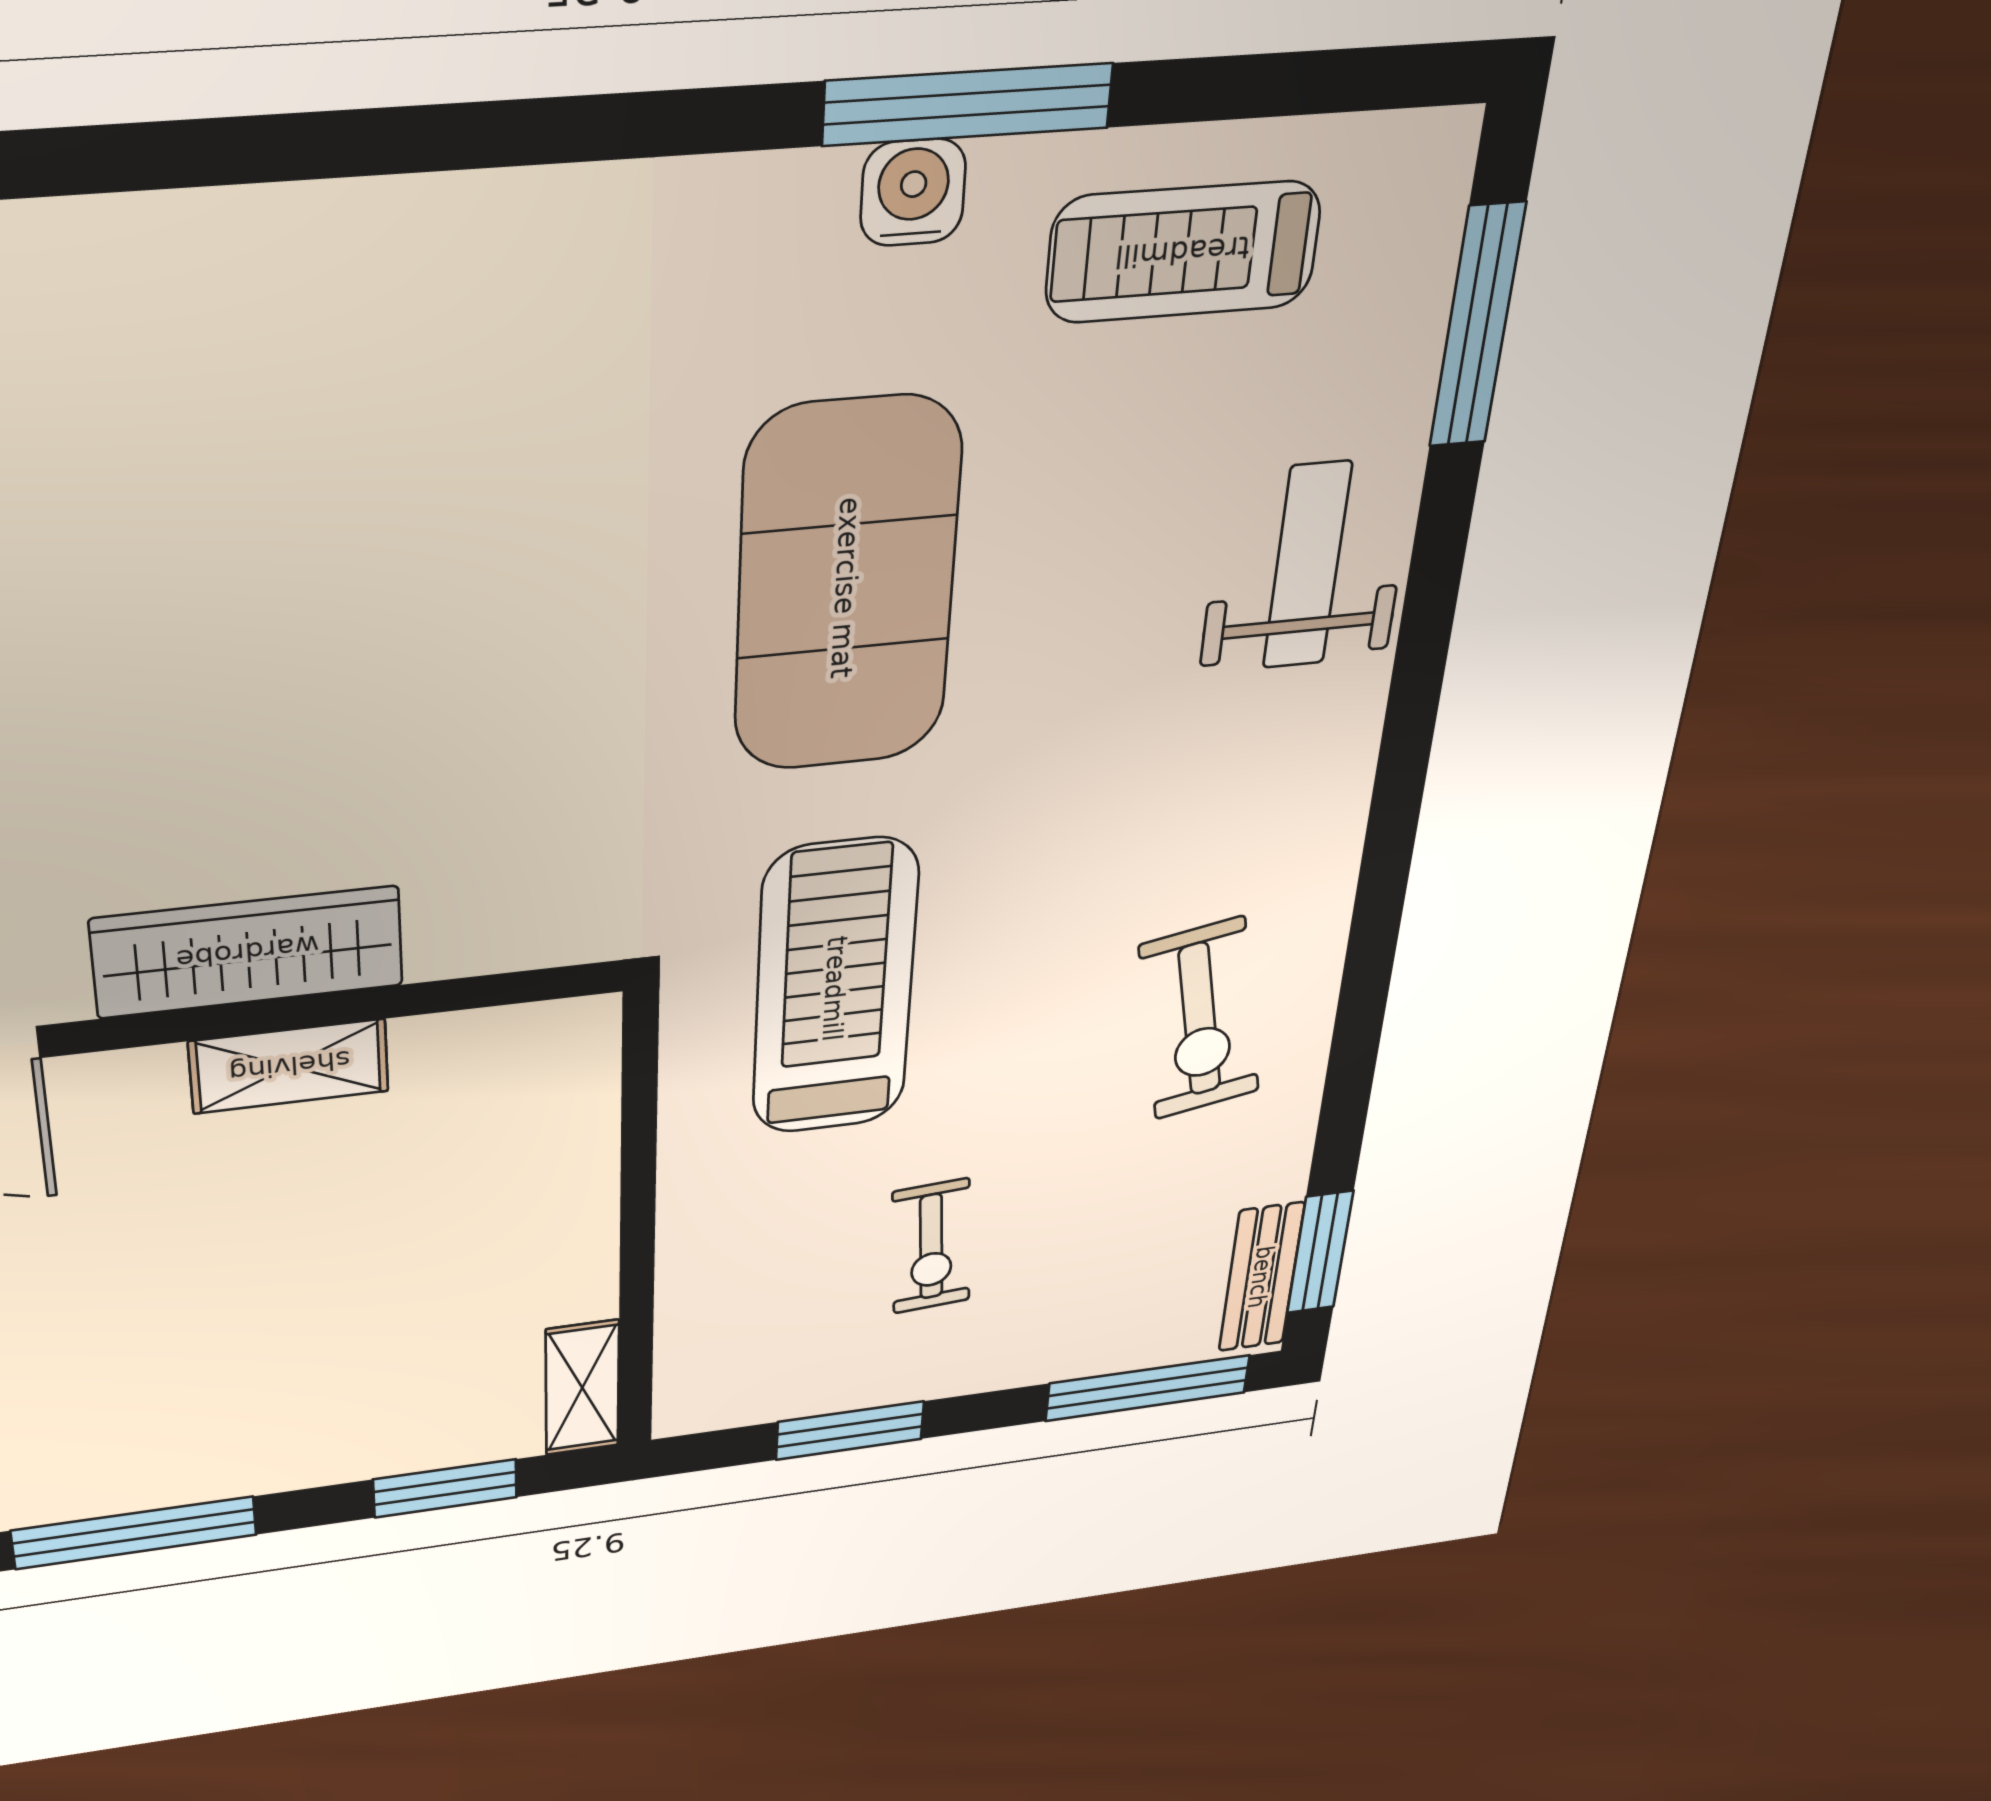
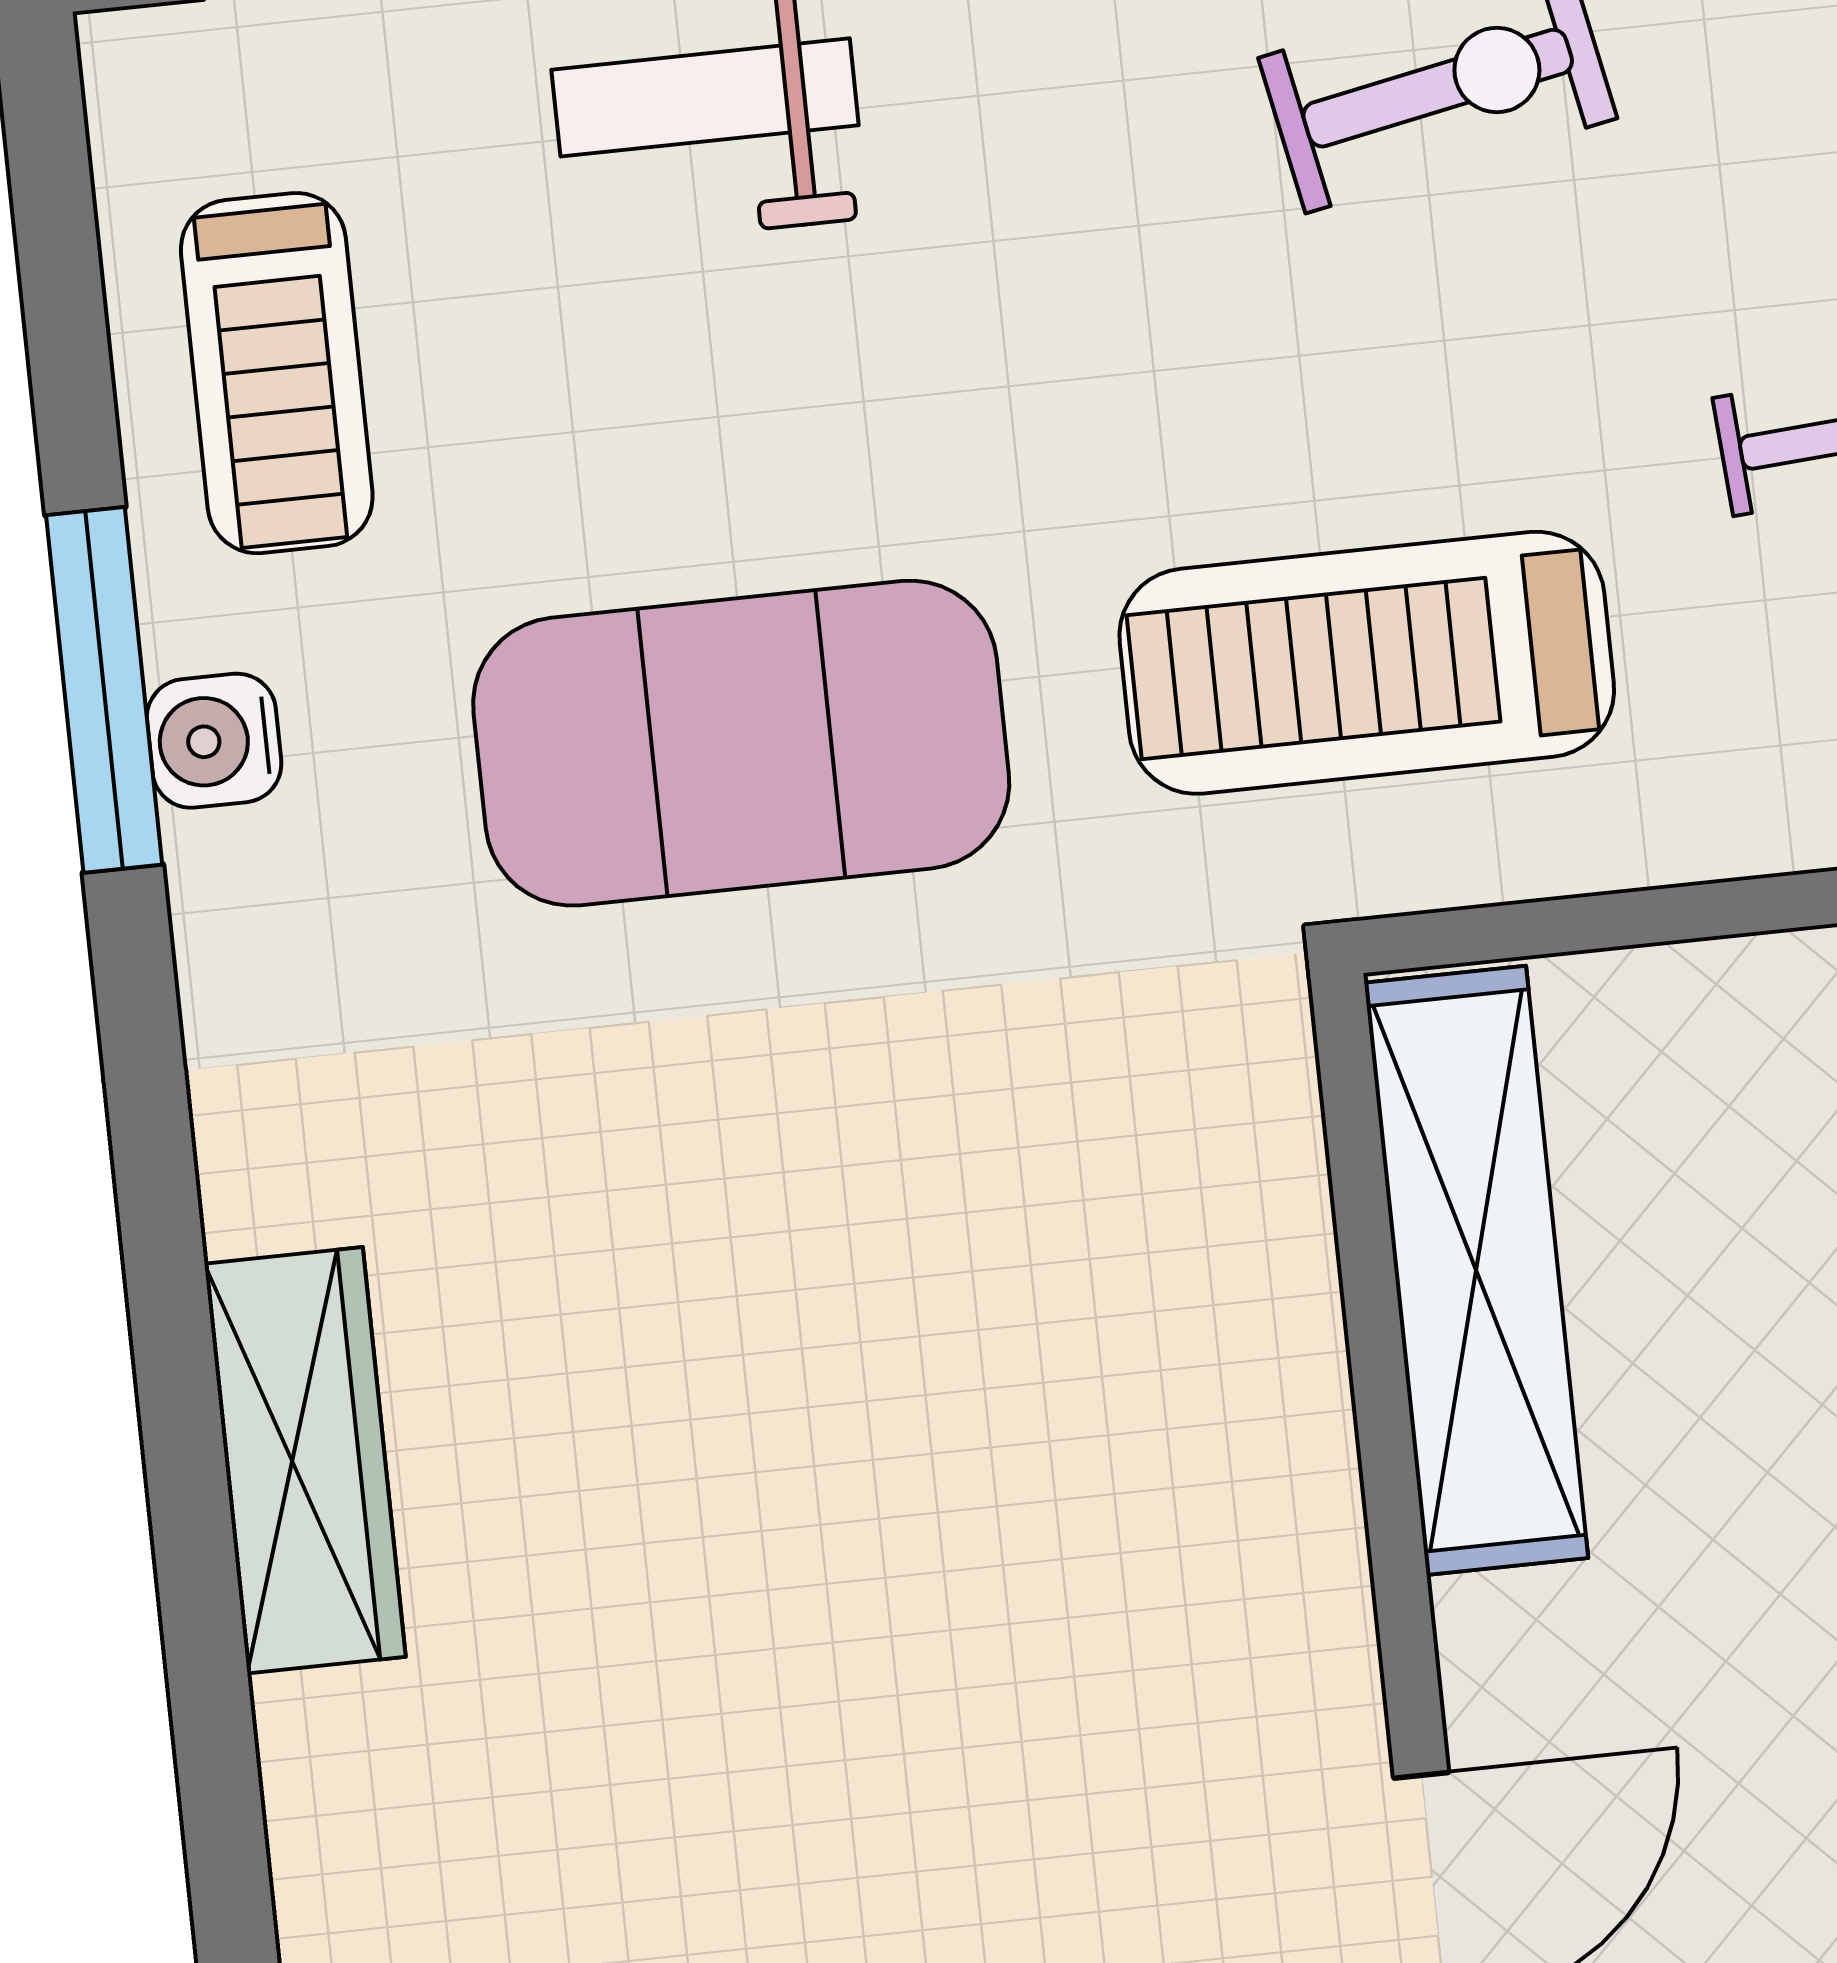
wardrobe: (248, 952) -> (305, 1460), moved, turned 180
shelving: (289, 1066) -> (1476, 1270), width x2.20, depth x1.33

